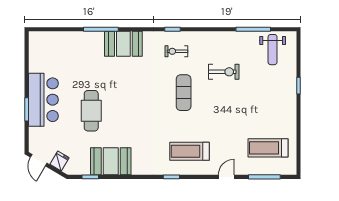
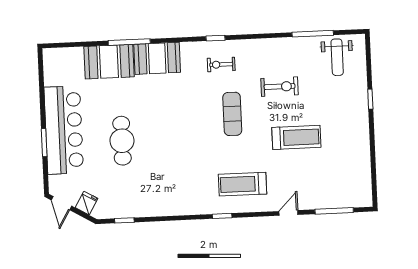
bar counter: (43, 100) -> (64, 130), width x1.36
treadmill: (268, 148) -> (296, 137), moved, turned 180
booth: (111, 161) -> (109, 62), moved

